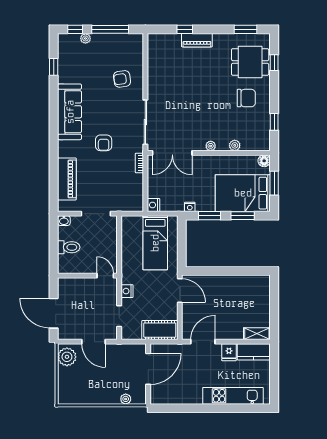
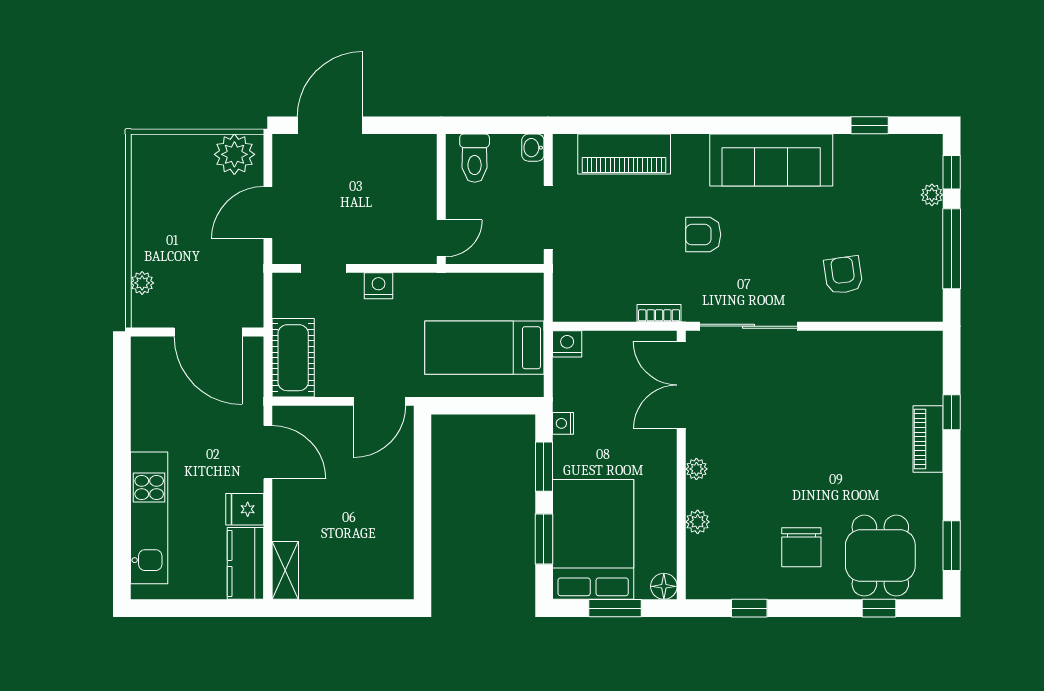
wall: (87, 276) -> (441, 199), moved
door: (105, 276) -> (441, 238), moved

